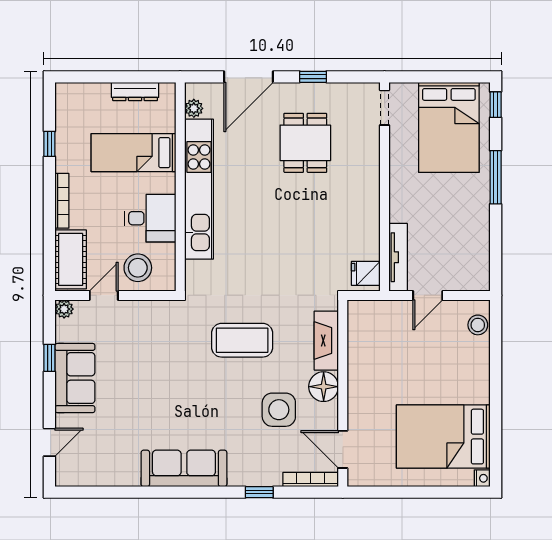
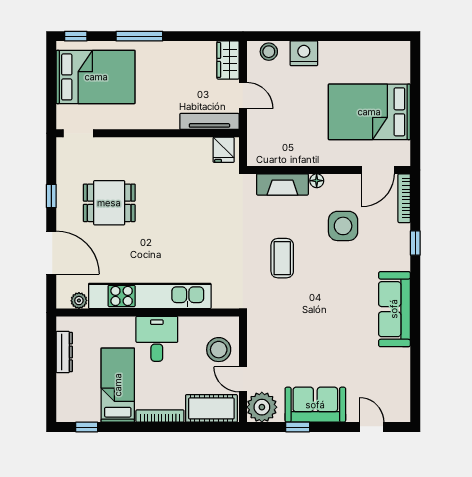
window: (49, 144) -> (87, 427), moved
bed: (133, 153) -> (118, 385), moved, turned 180
desk: (150, 218) -> (157, 339), moved
wardrobe: (468, 278) -> (228, 60), added
plant: (64, 309) -> (262, 407), width x1.88, depth x1.88
coffee table: (242, 340) -> (282, 258), width x0.73, depth x0.76
floor lamp: (324, 387) -> (317, 181), width x0.53, depth x0.53
bed: (443, 437) -> (369, 112), moved, turned 90
nightstand: (482, 478) -> (304, 53), moved, width x1.89, depth x1.79

